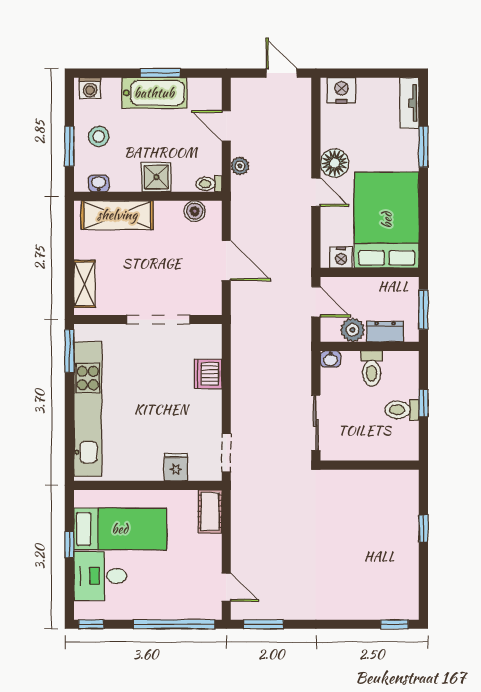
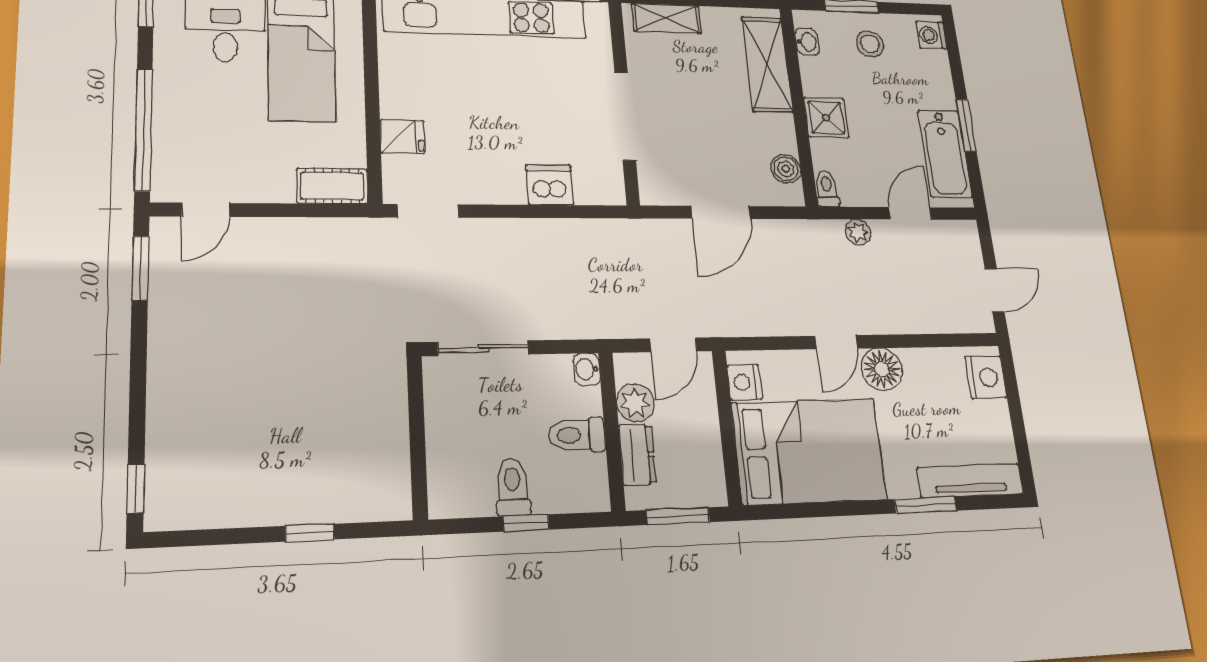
bathtub: (154, 93) -> (945, 154), moved
tv unit: (409, 103) -> (970, 481), width x1.41

